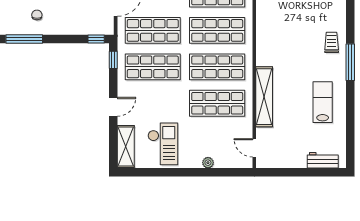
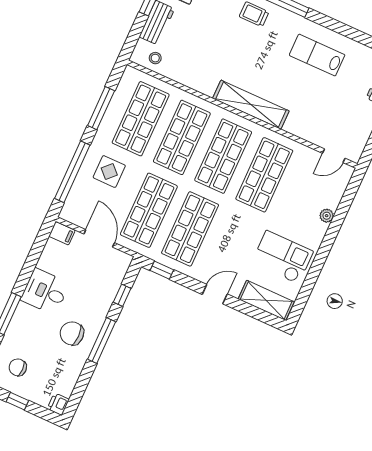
chair: (37, 15) -> (72, 333), width x1.87, depth x1.87
window: (24, 39) -> (102, 340), moved
window: (96, 39) -> (122, 295), moved
shelving: (264, 97) -> (251, 105), moved
door: (113, 107) -> (215, 294), hinge flipped

